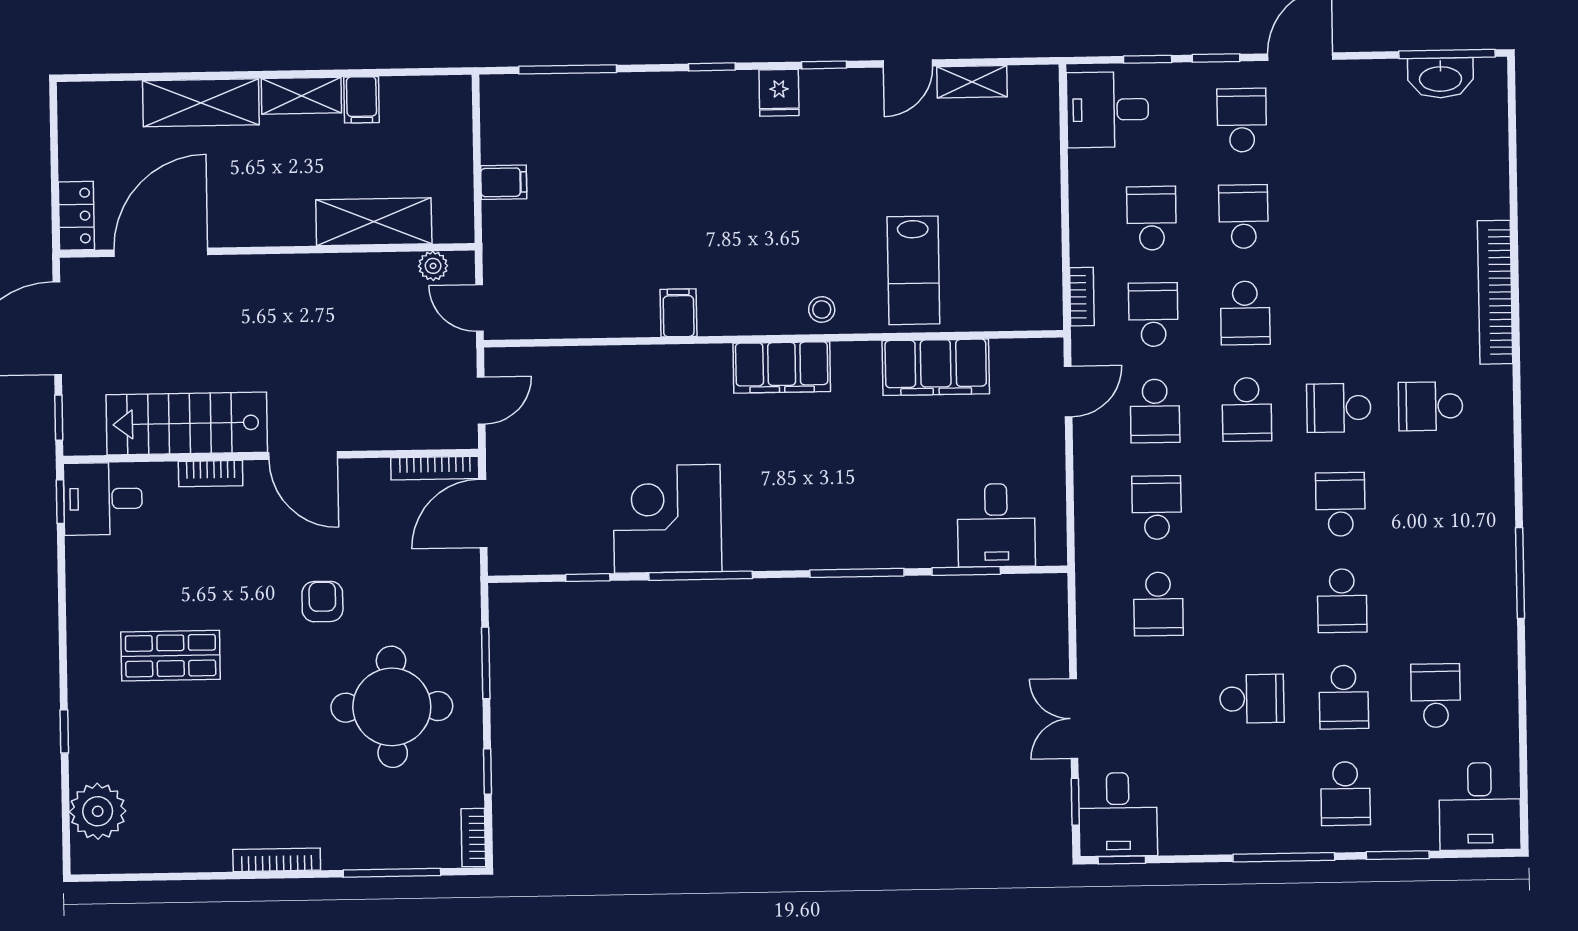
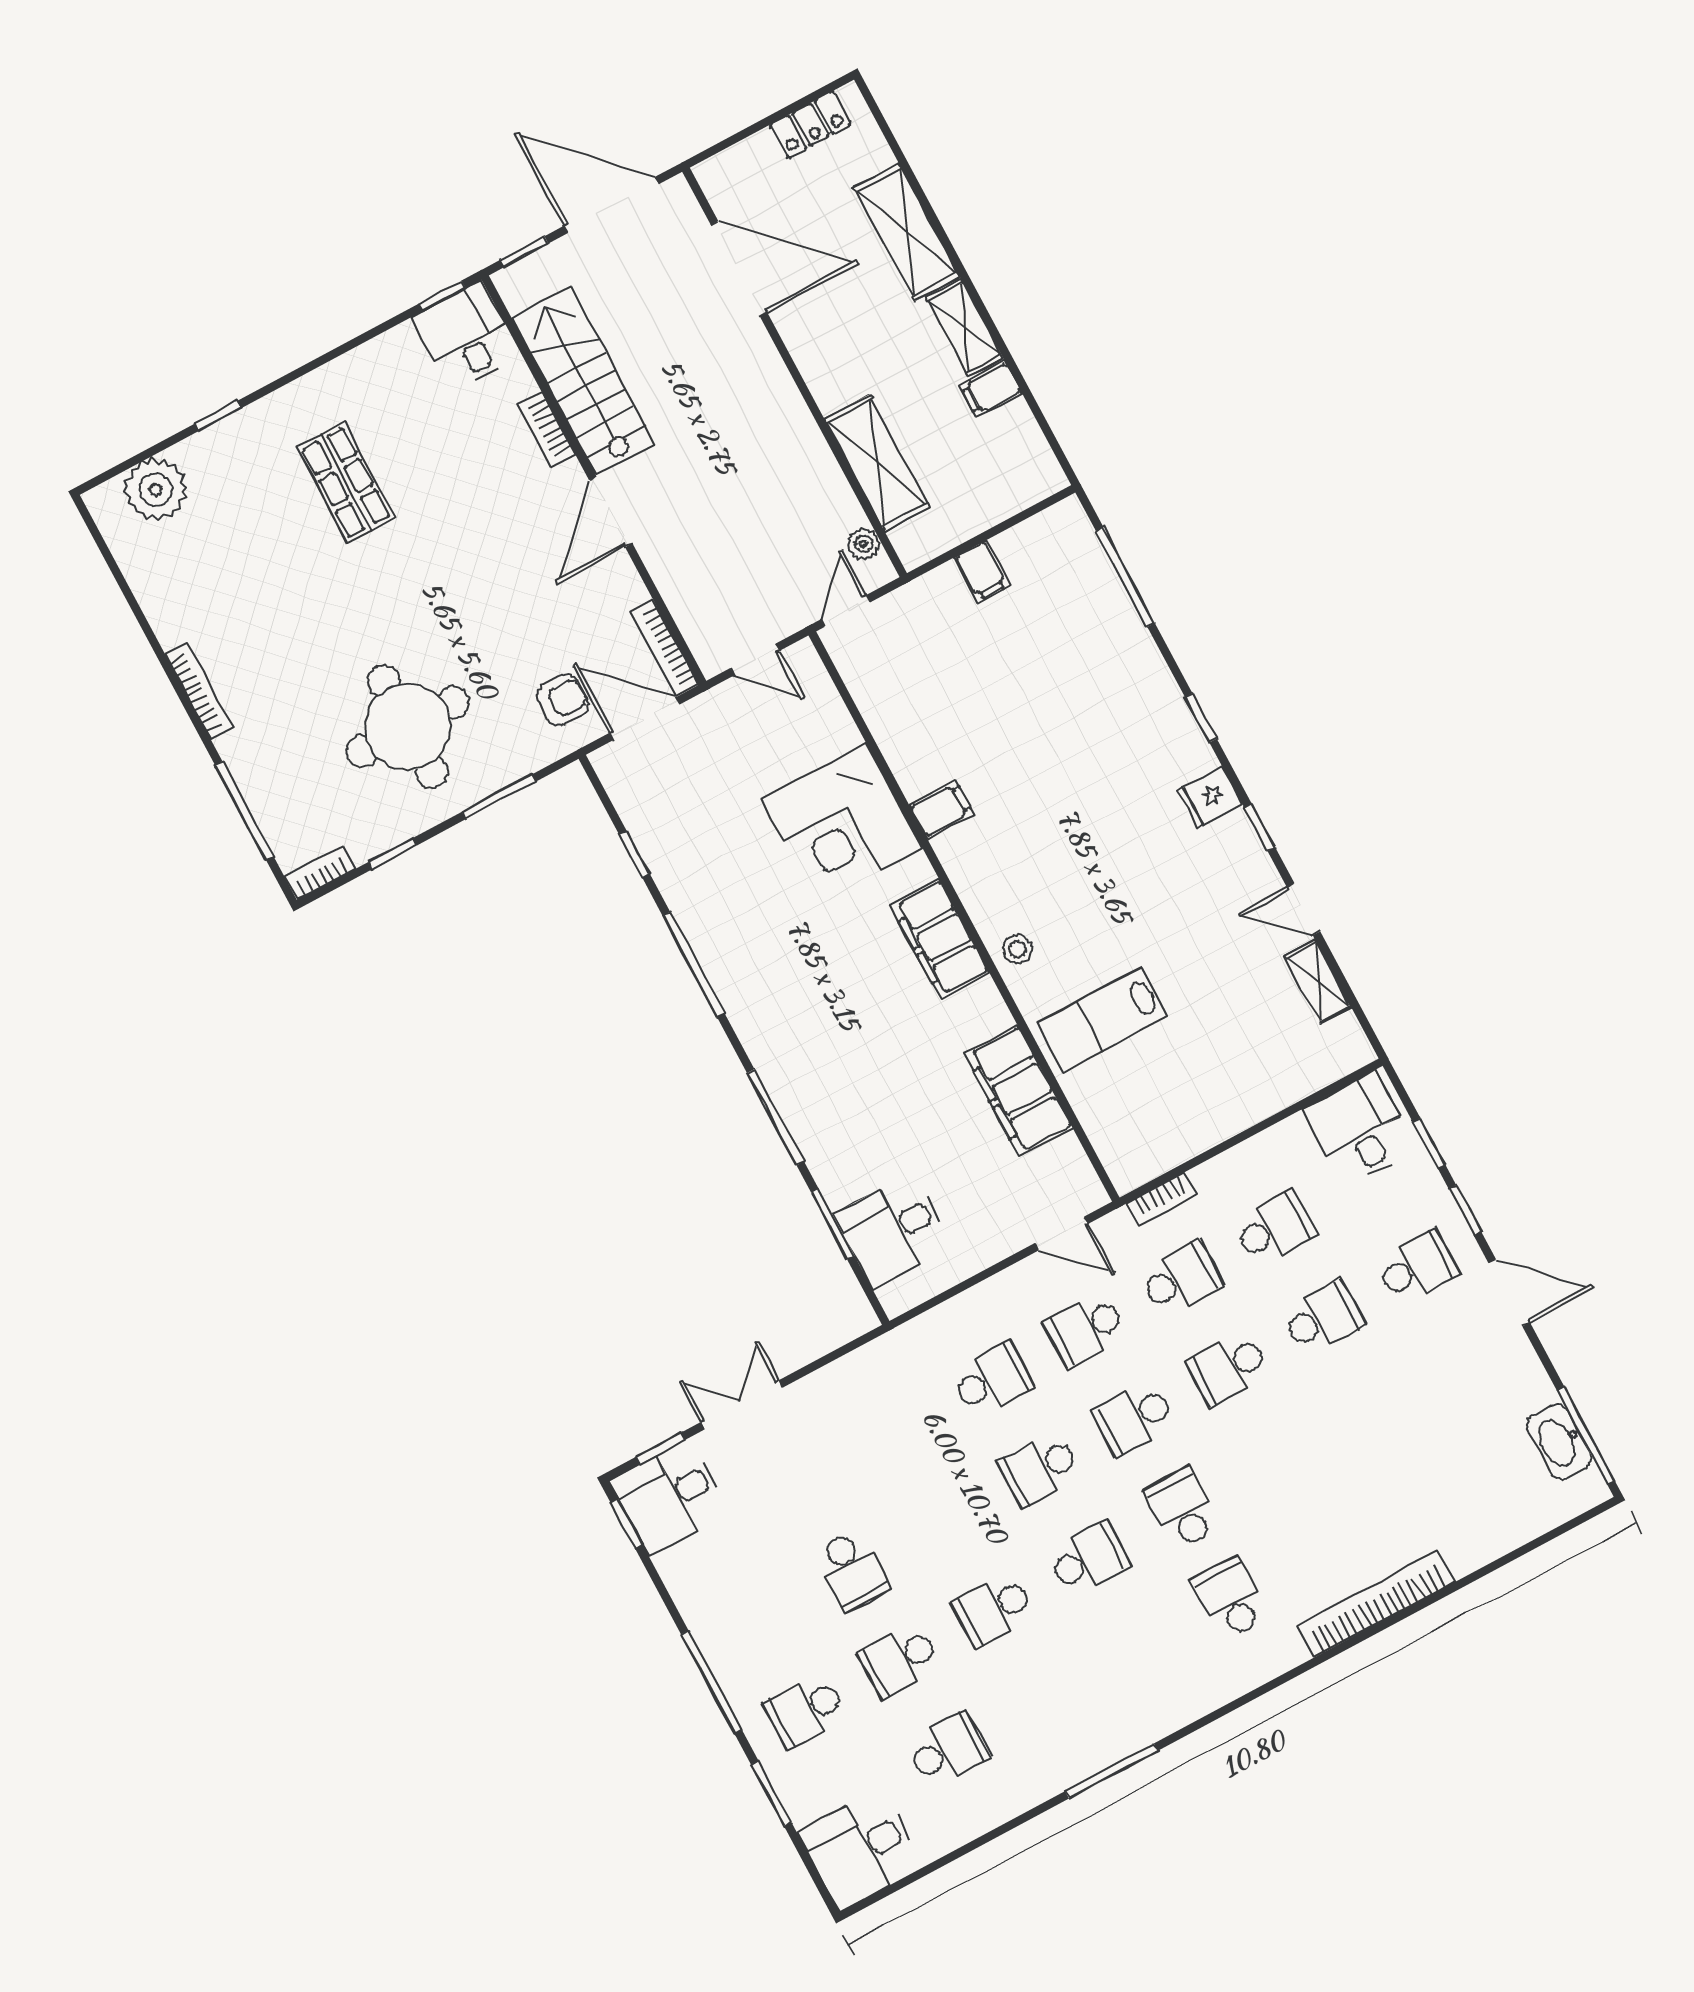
locker: (76, 216) -> (810, 125), moved
corner desk: (667, 519) -> (842, 823), moved, turned 180
armchair: (322, 602) -> (563, 700), moved
school desk: (1158, 604) -> (1040, 1469), moved

